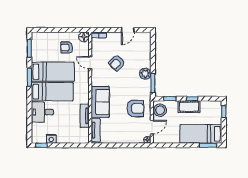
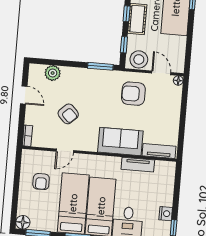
floor lamp: (84, 37) -> (23, 222), moved
plant: (145, 74) -> (53, 73), moved
armchair: (135, 108) -> (133, 94), turned -90

